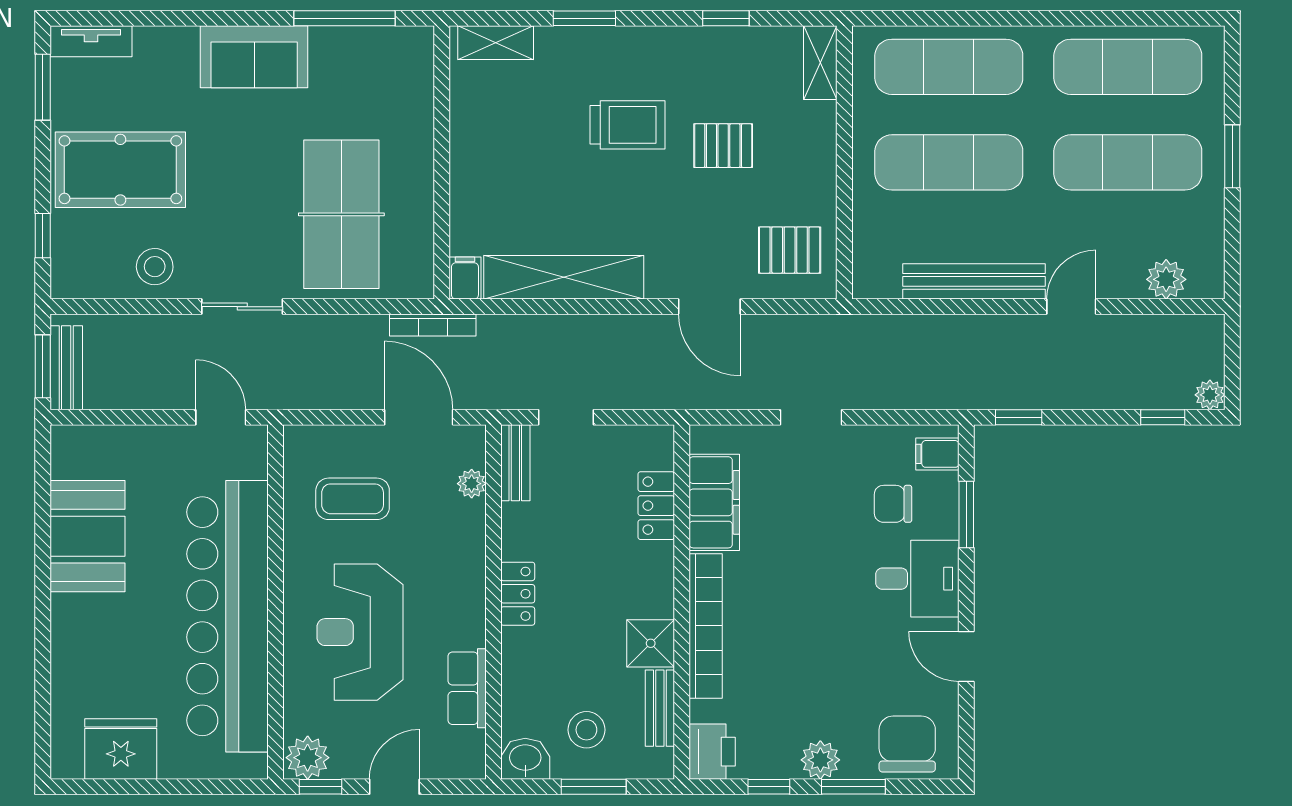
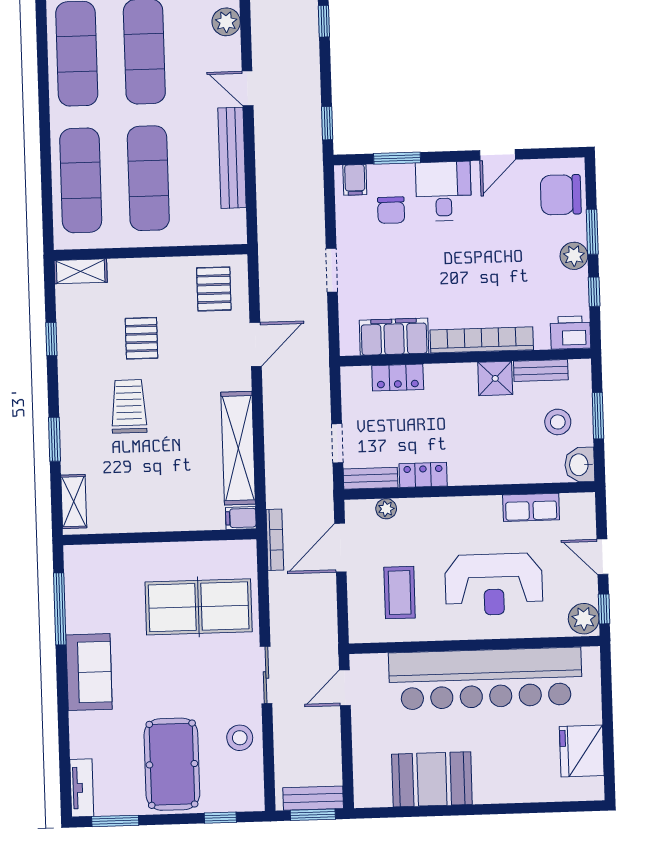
locker: (518, 594) -> (423, 475), moved

